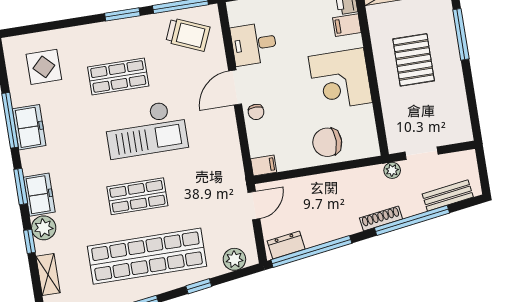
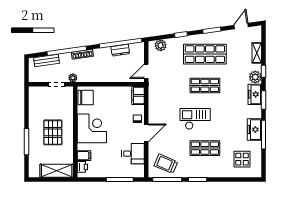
checkout: (146, 129) -> (195, 119), width x0.73, depth x0.83
chair: (327, 142) -> (86, 98), moved
filing cabinet: (264, 165) -> (138, 95), width x2.00
dresser: (286, 245) -> (120, 50), moved
shop shelf: (147, 256) -> (205, 54), width x0.71

